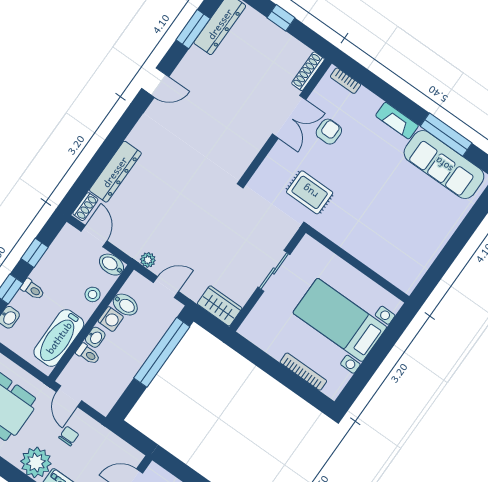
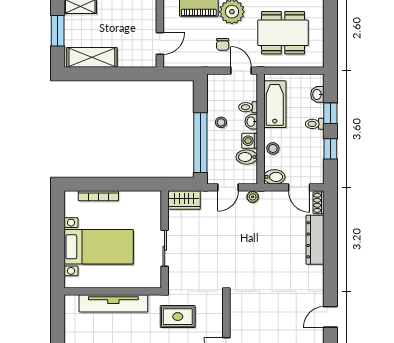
tv unit: (365, 252) -> (113, 303), added
stool: (126, 358) -> (221, 122), added

